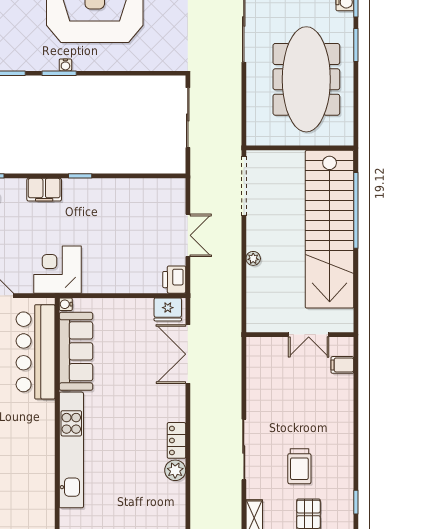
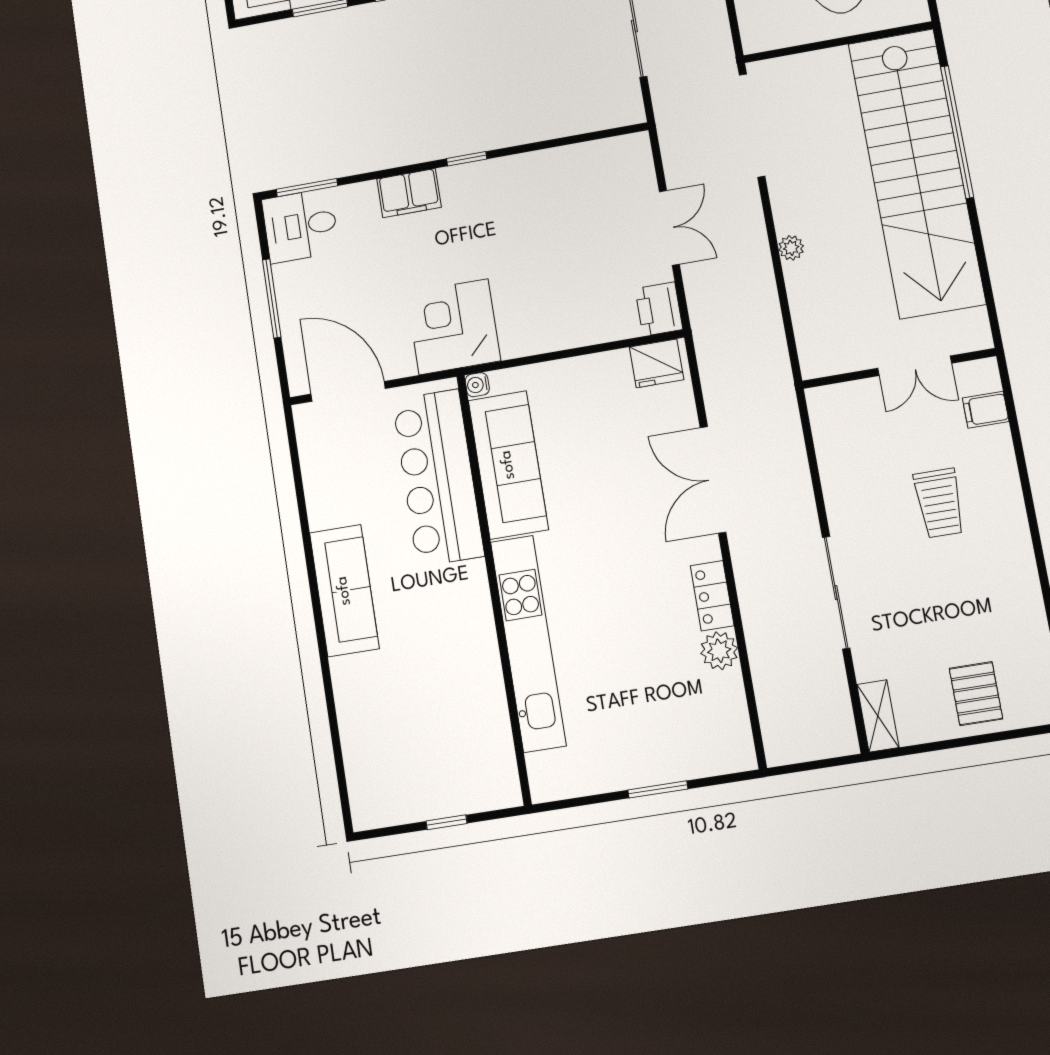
double door: (188, 354) -> (713, 480), moved
trolley: (299, 466) -> (939, 503), moved

